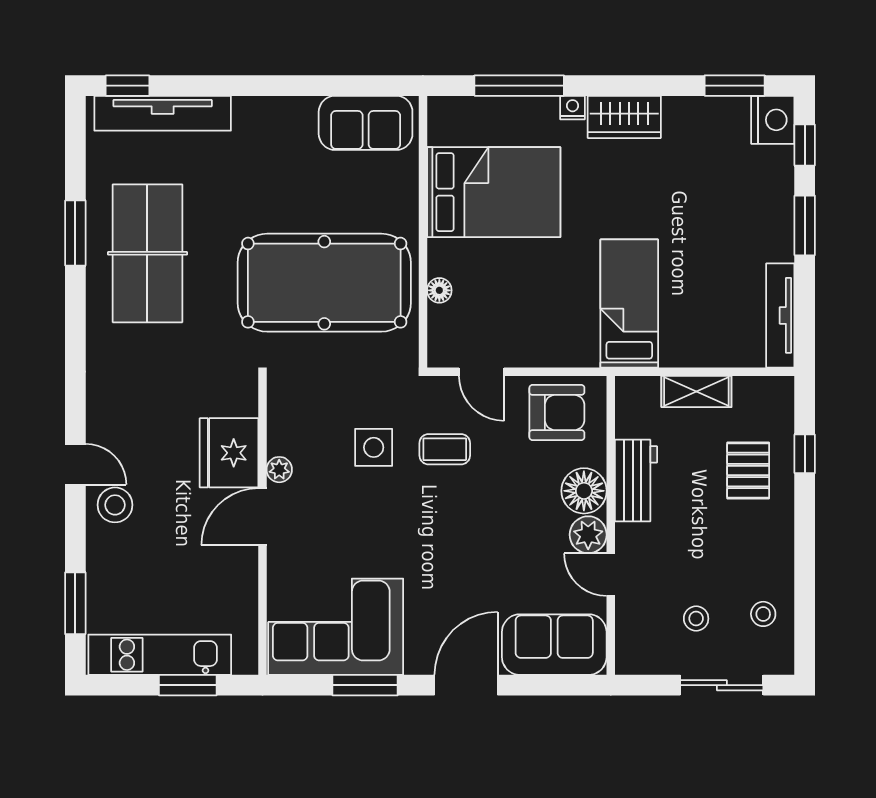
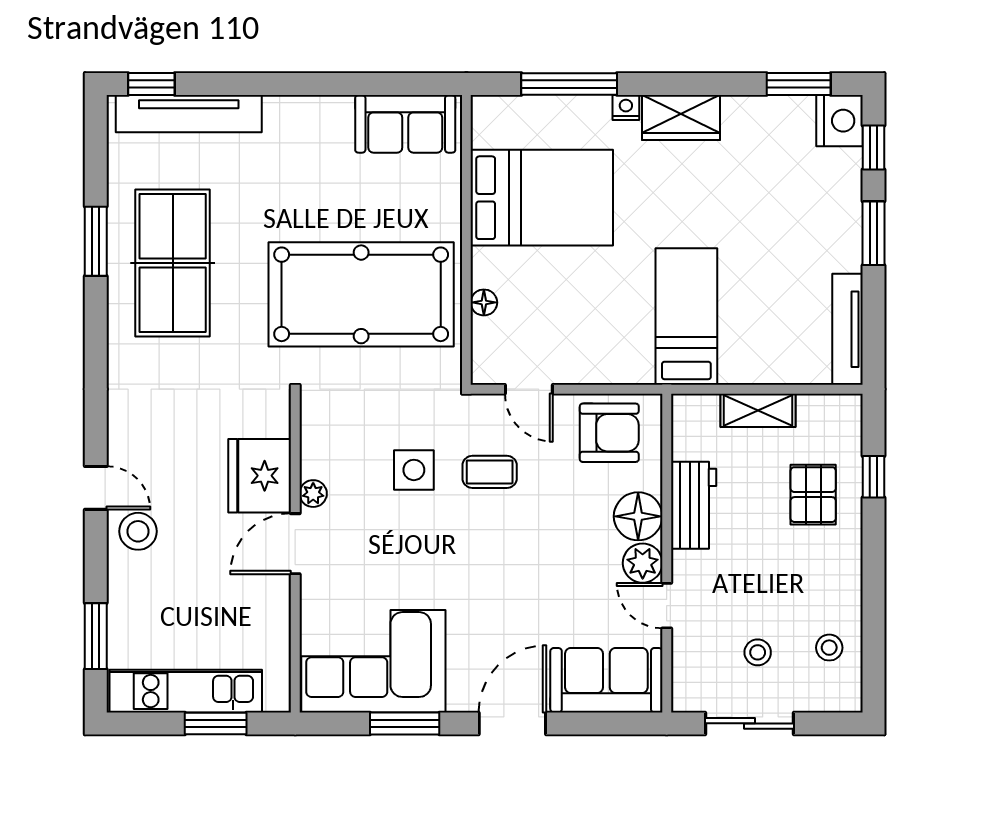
sliding door: (722, 685) -> (750, 723), moved

